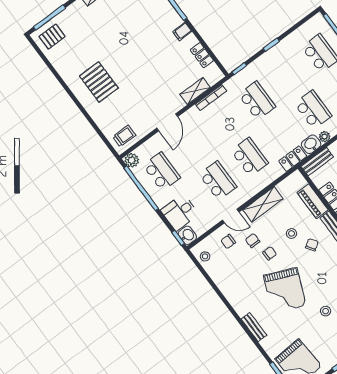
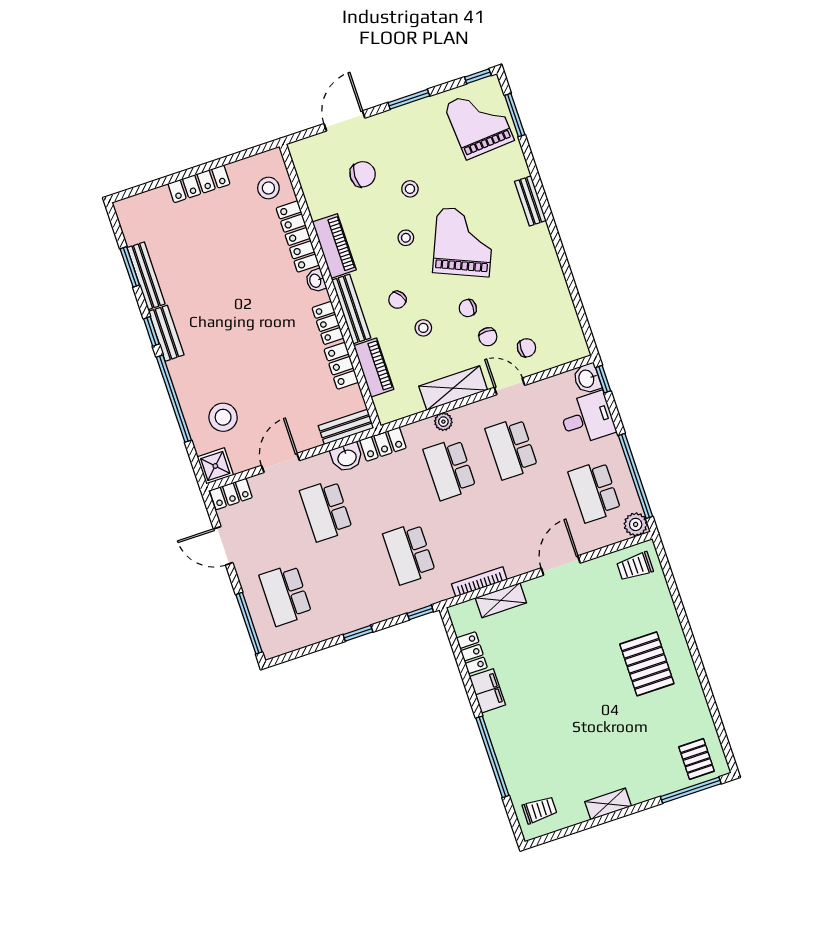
filing cabinet: (182, 31) -> (487, 691), width x2.00
pallet: (52, 37) -> (697, 759), turned 90
plant: (325, 137) -> (443, 422), moved
stool: (205, 256) -> (406, 238), moved

